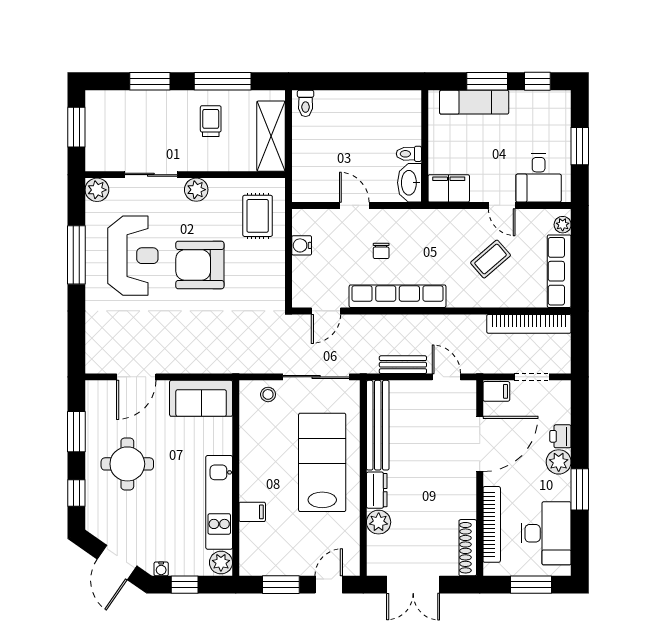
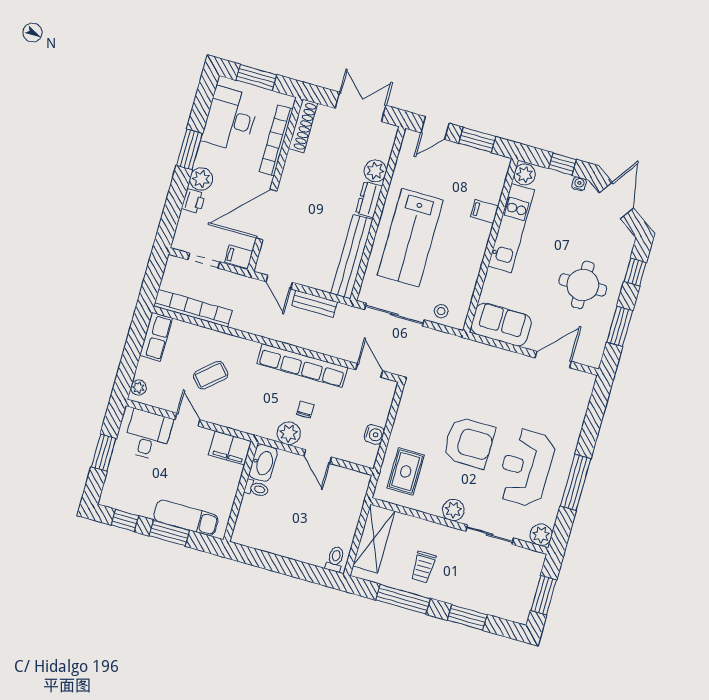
plant: (392, 221) -> (289, 433), added
row of seats: (559, 271) -> (156, 337), width x0.68
door: (326, 311) -> (369, 370), hinge flipped

